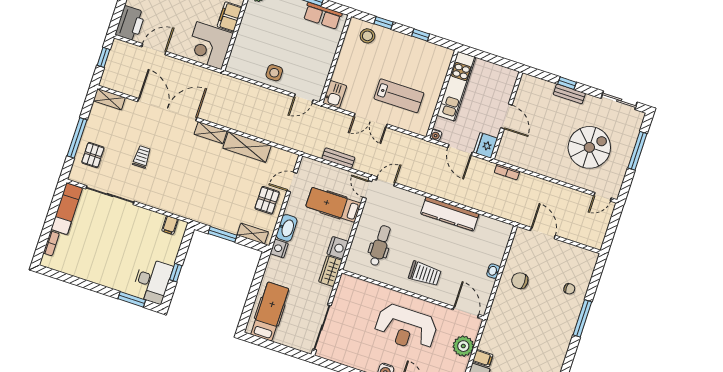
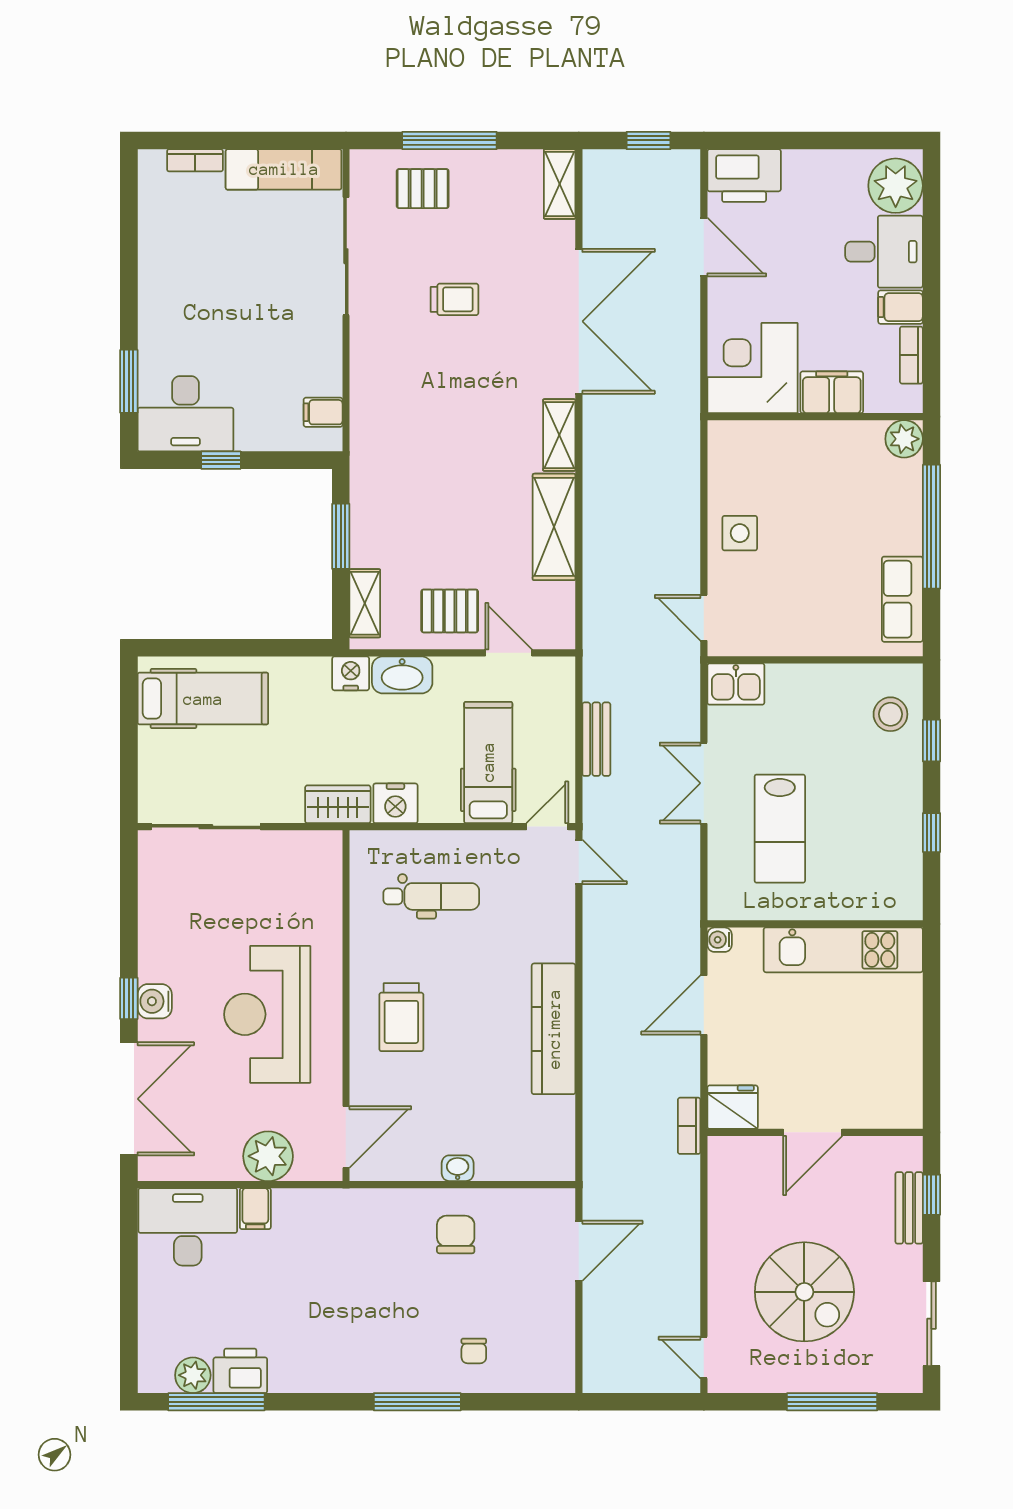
wall: (507, 115) -> (815, 1132), moved
door: (506, 116) -> (813, 1132), moved
fridge: (486, 145) -> (733, 1107), moved

